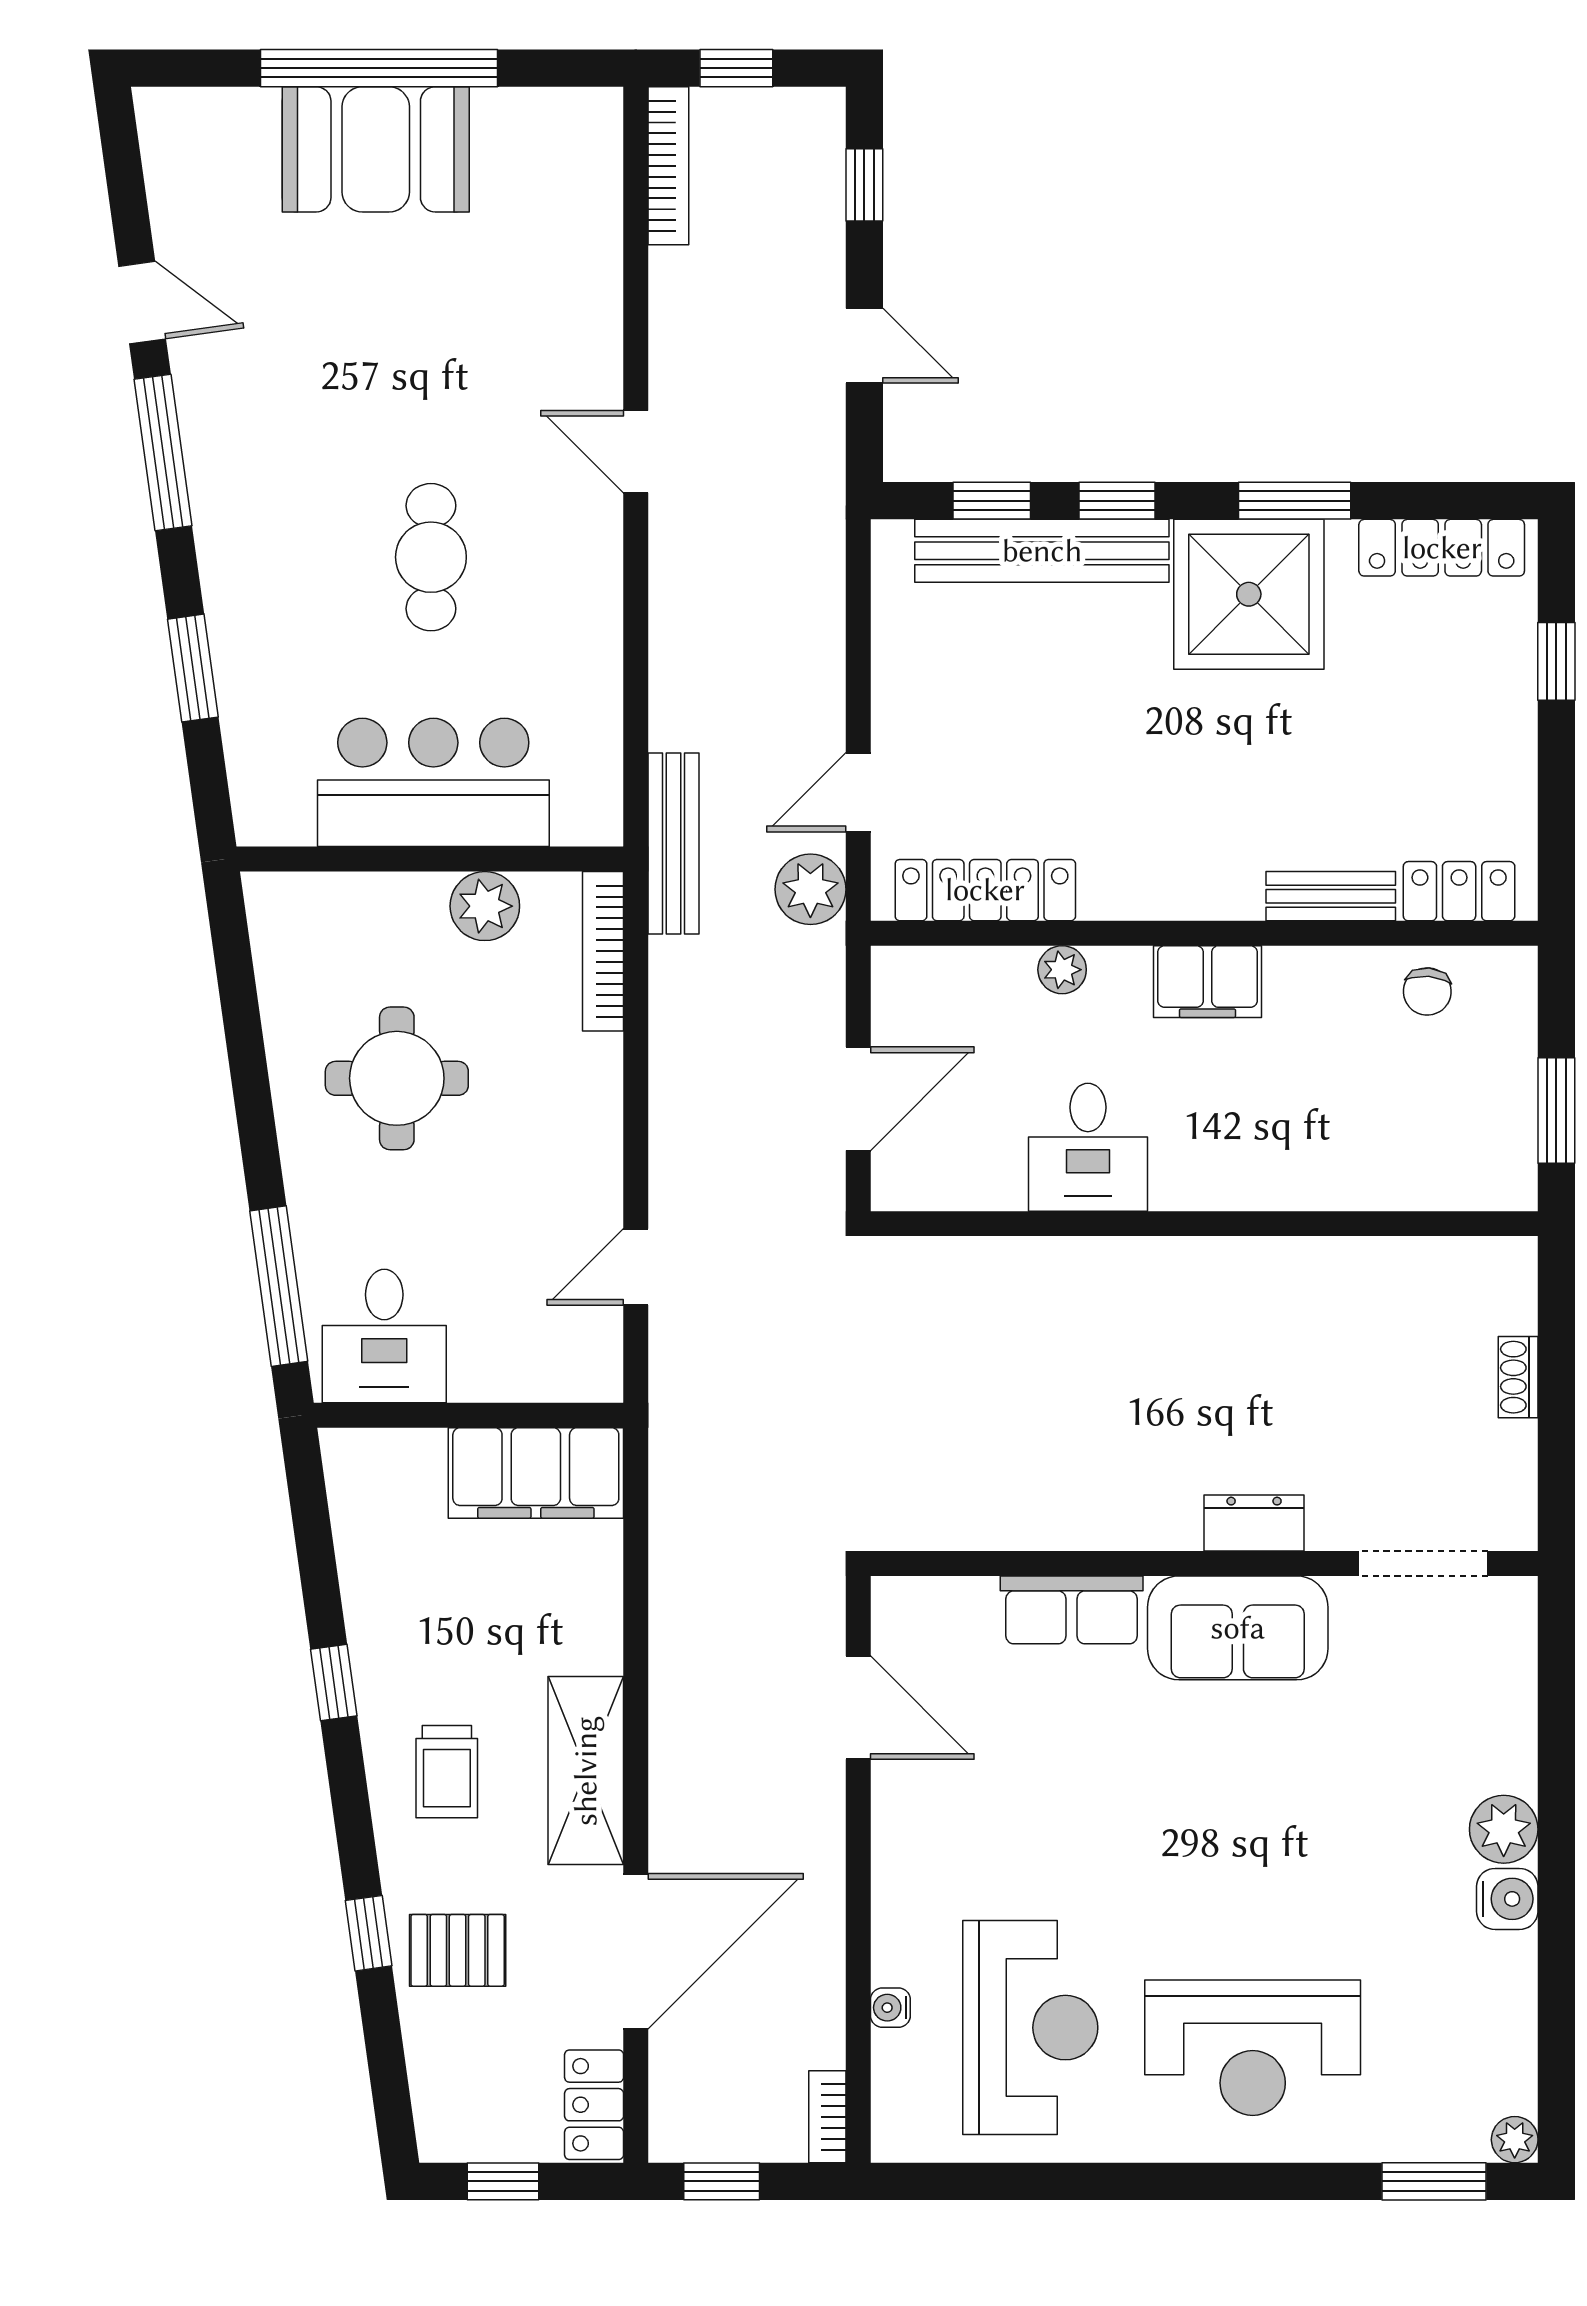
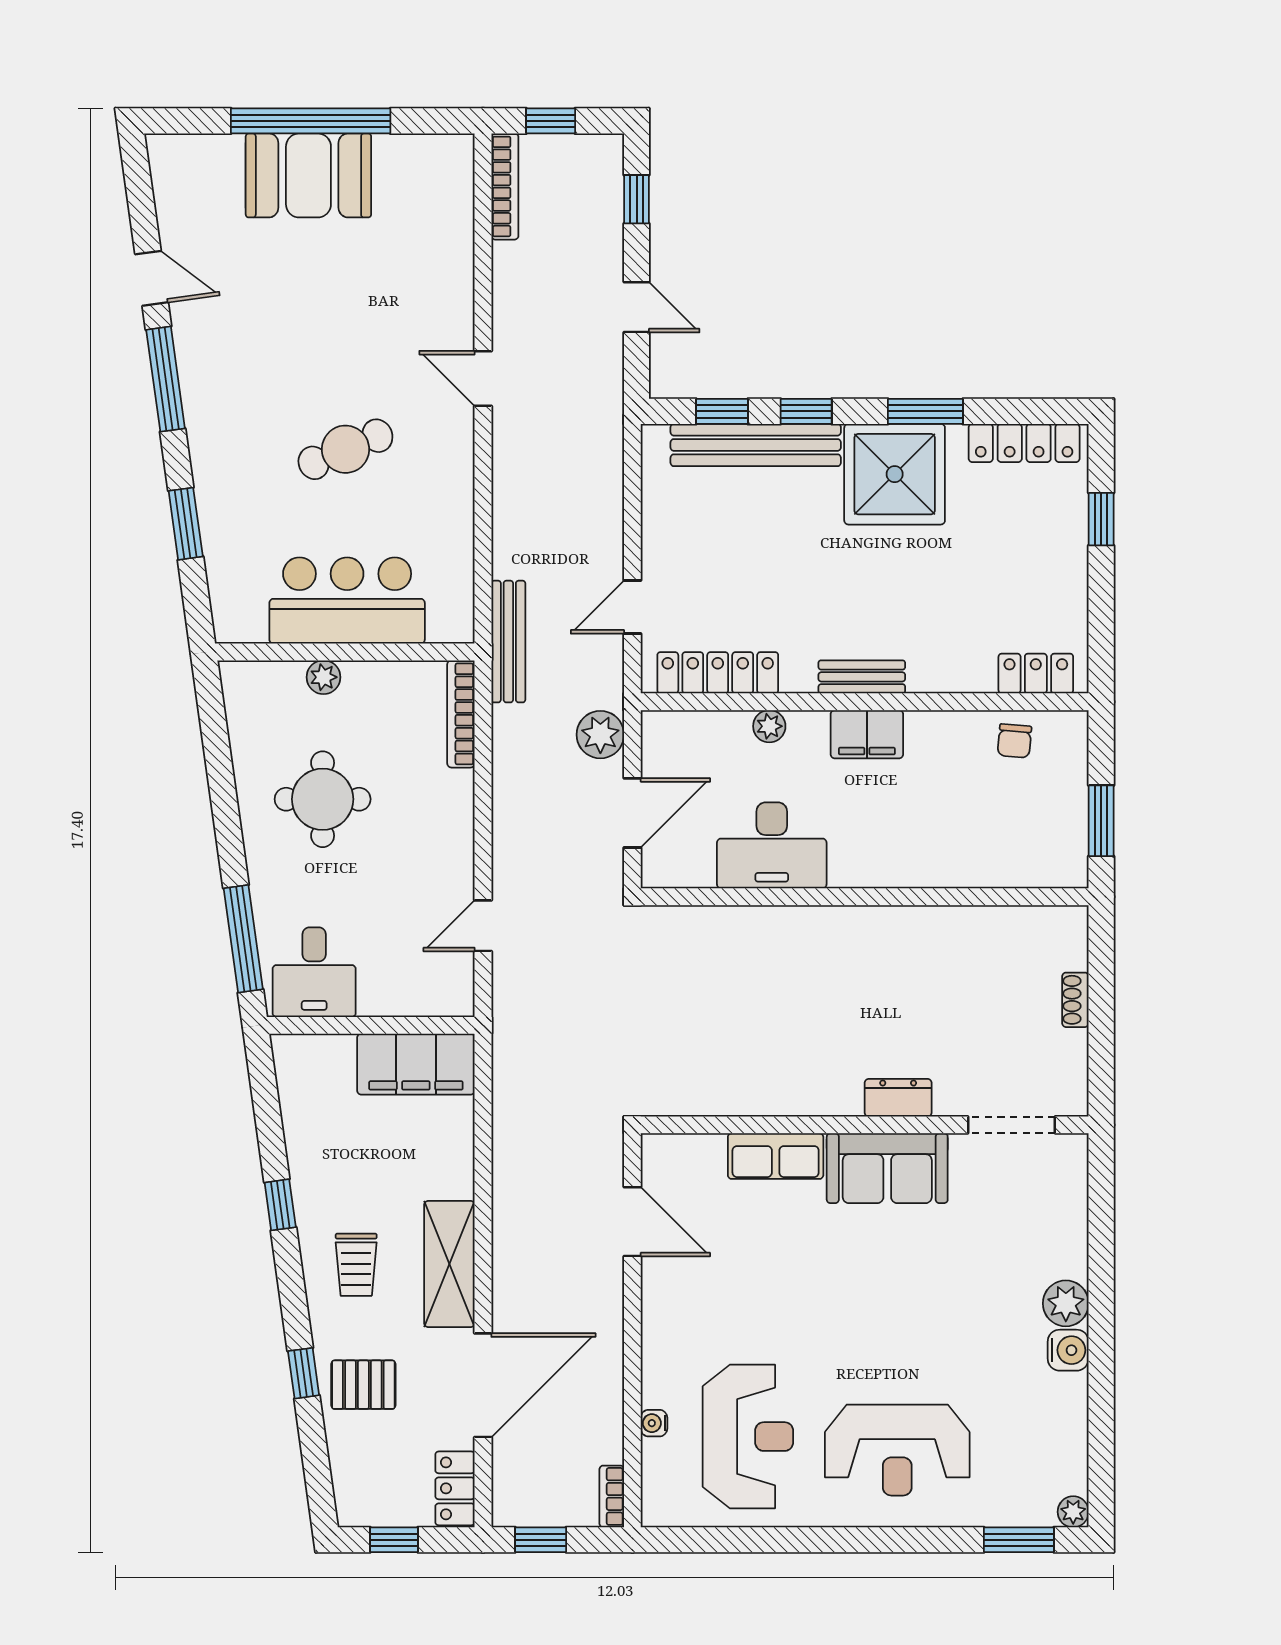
cafe table: (431, 557) -> (345, 449), turned 67
plant: (810, 889) -> (600, 735), moved
bench: (1331, 896) -> (862, 677), moved
plant: (485, 906) -> (323, 677), moved, width x0.73, depth x0.73
desk: (1088, 1147) -> (772, 845), width x1.37

